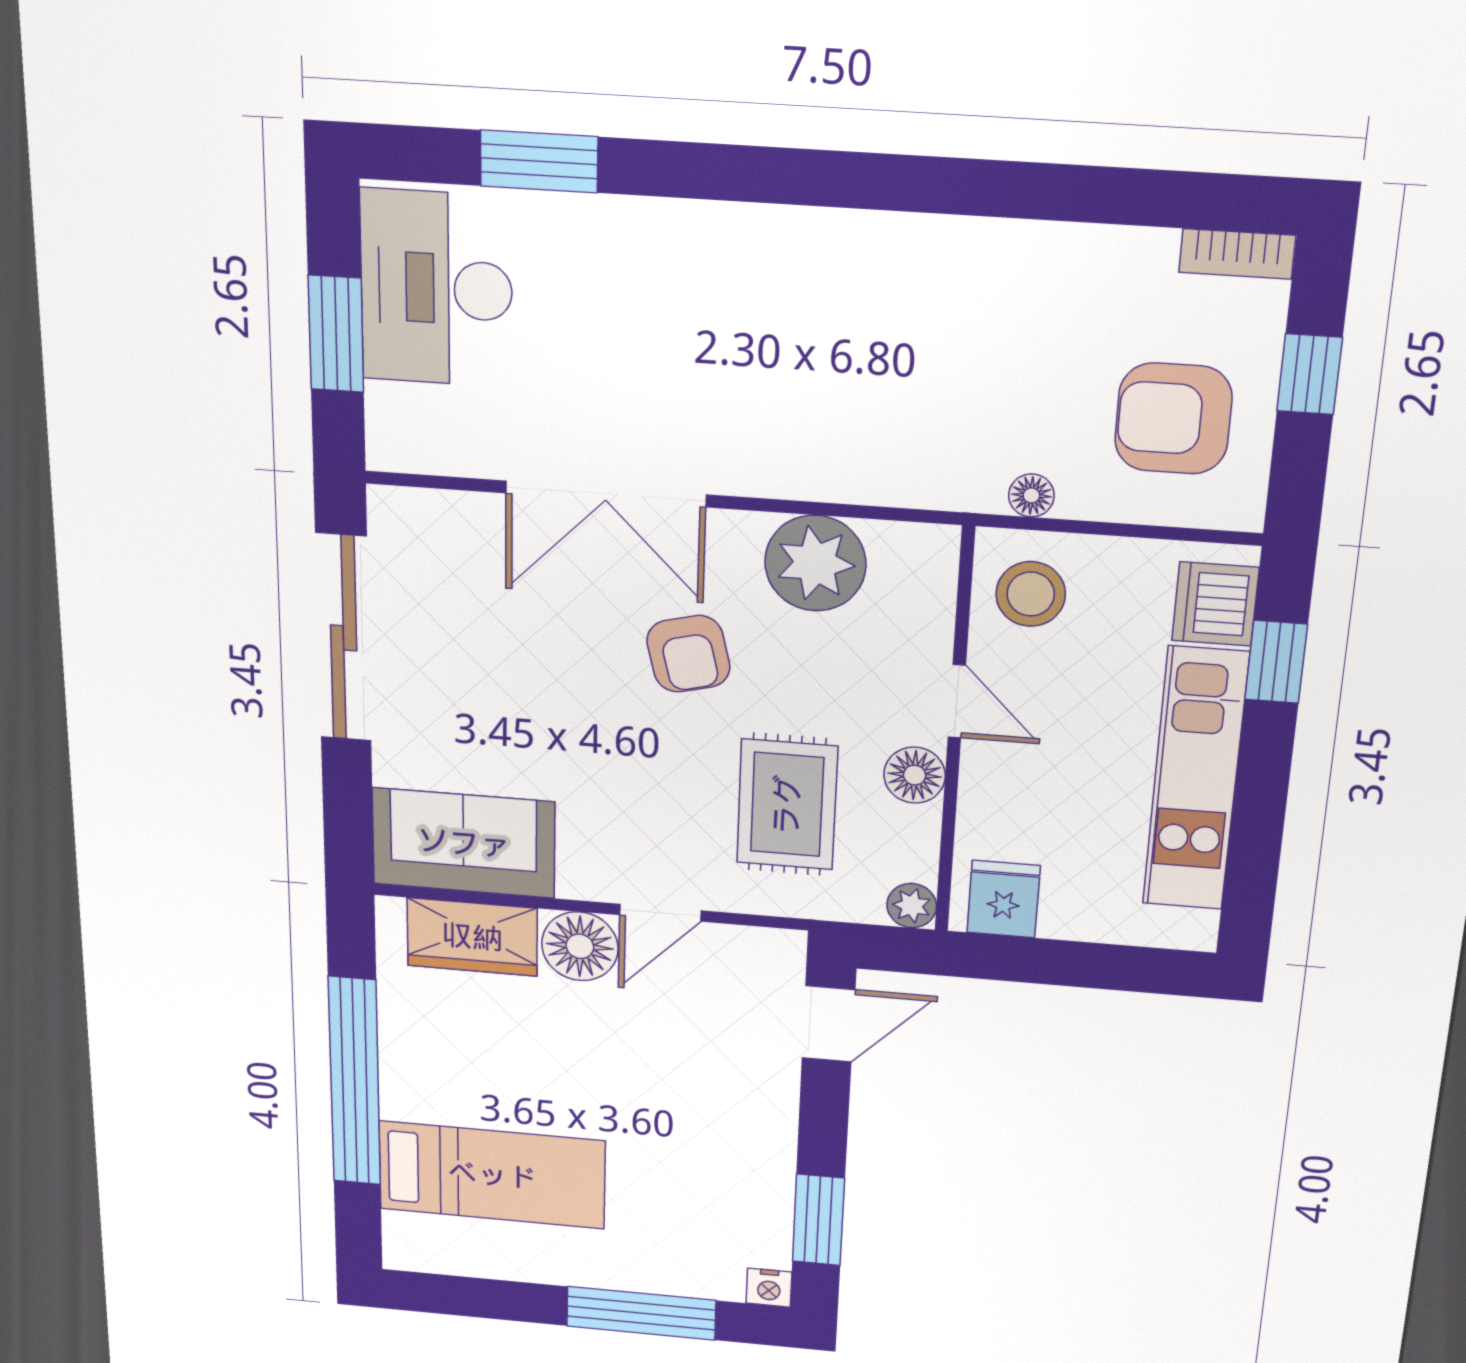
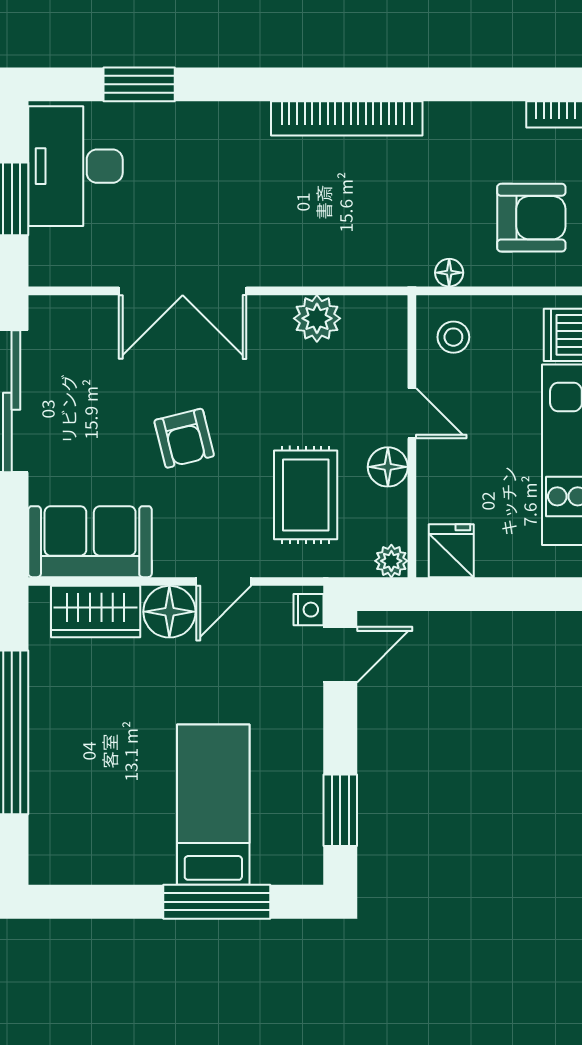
bookcase: (880, 238) -> (347, 118), added
armchair: (1173, 419) -> (531, 218), turned 180
plant: (815, 563) -> (317, 318), width x0.73, depth x0.73
stool: (1031, 594) -> (453, 337), width x0.73, depth x0.73
armchair: (688, 654) -> (184, 438), moved
bed: (492, 1175) -> (213, 805), moved, turned -90
nightstand: (769, 1288) -> (308, 610), moved, turned -90

